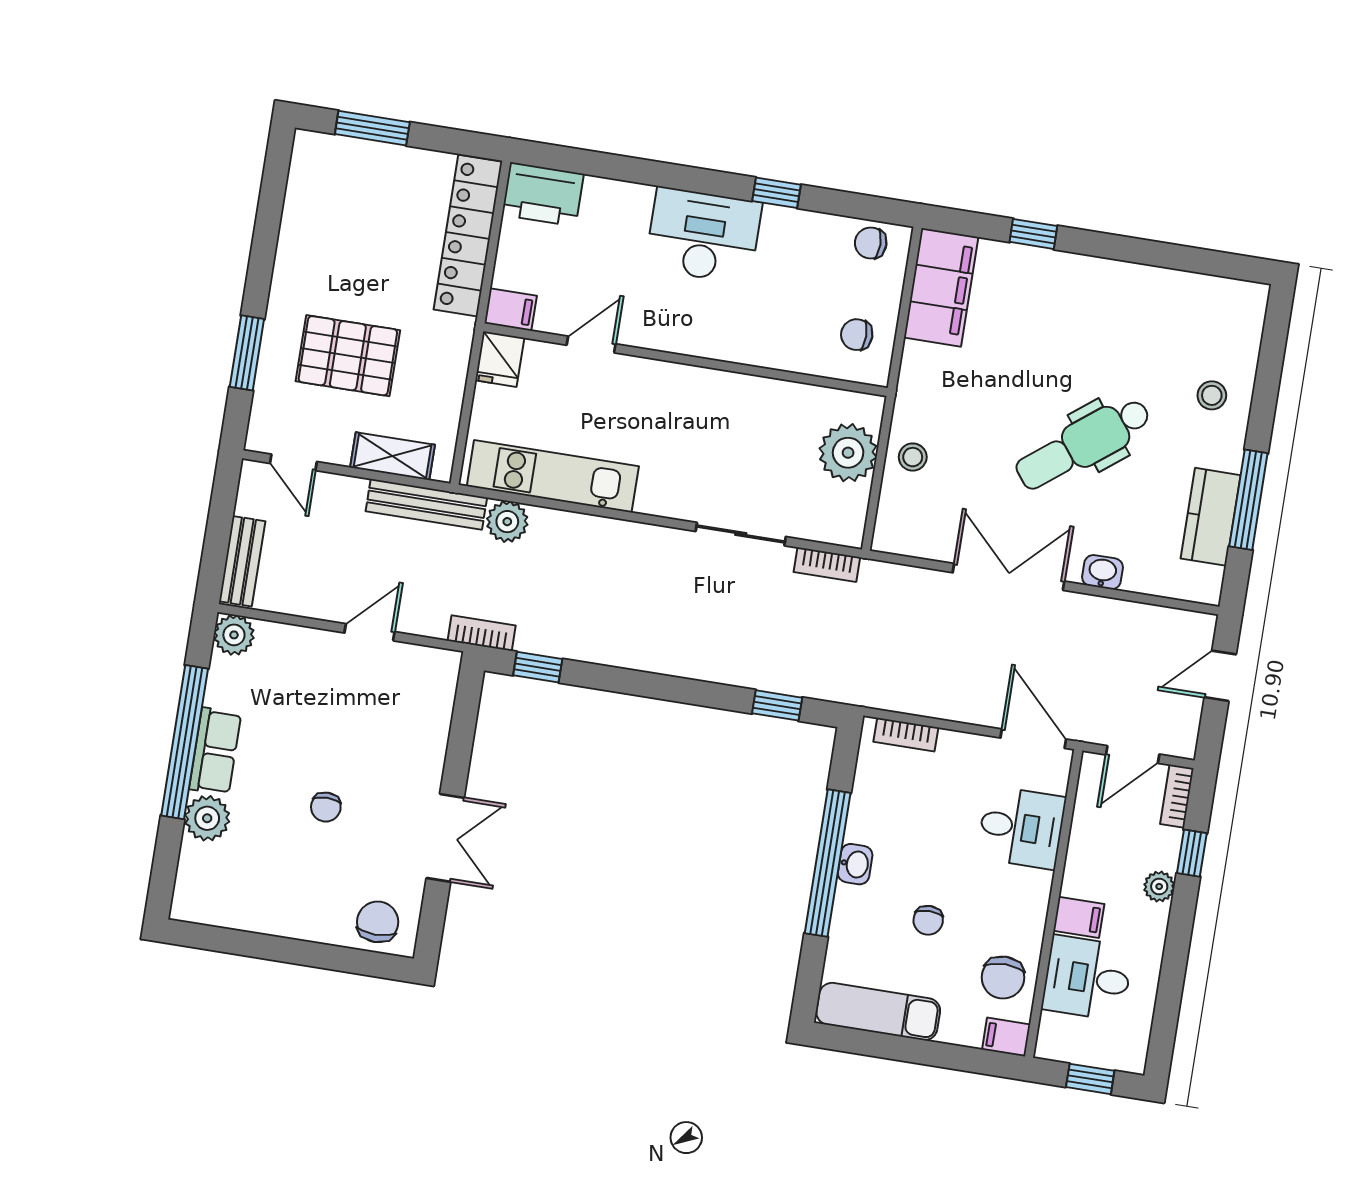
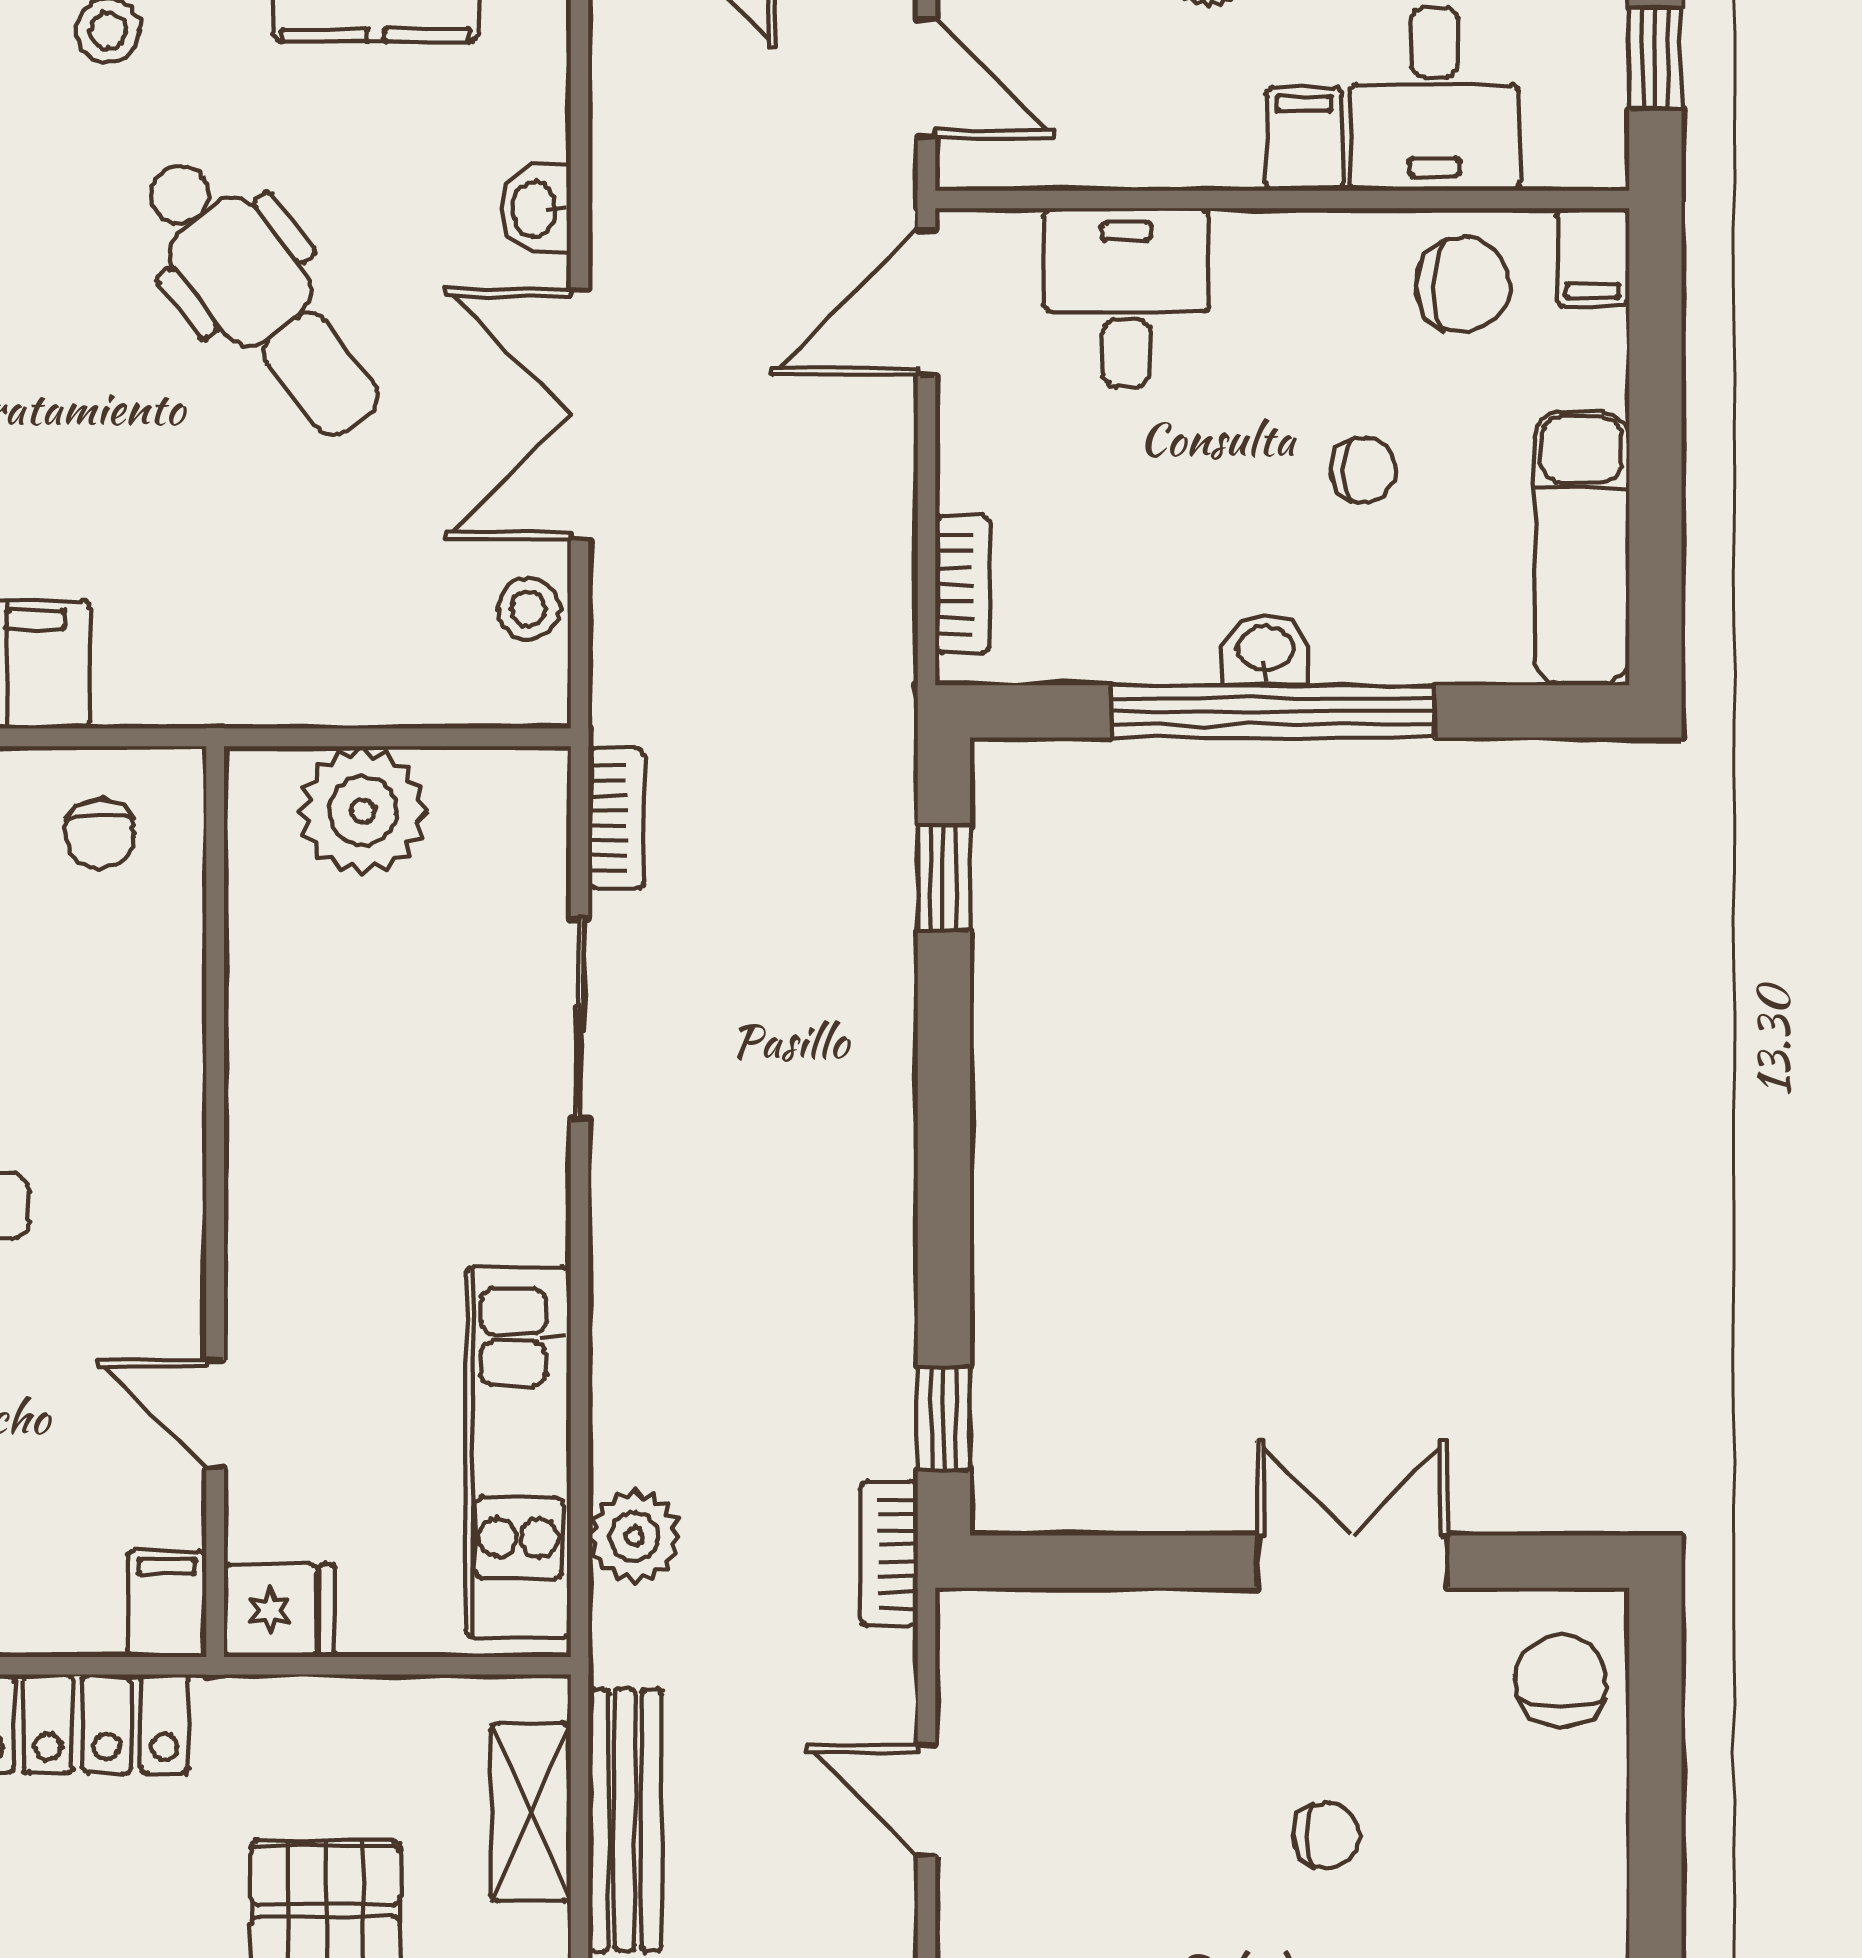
stool: (913, 457) -> (528, 609), moved
bench: (426, 504) -> (625, 1820), moved
chair: (378, 922) -> (1561, 1681), turned 90

